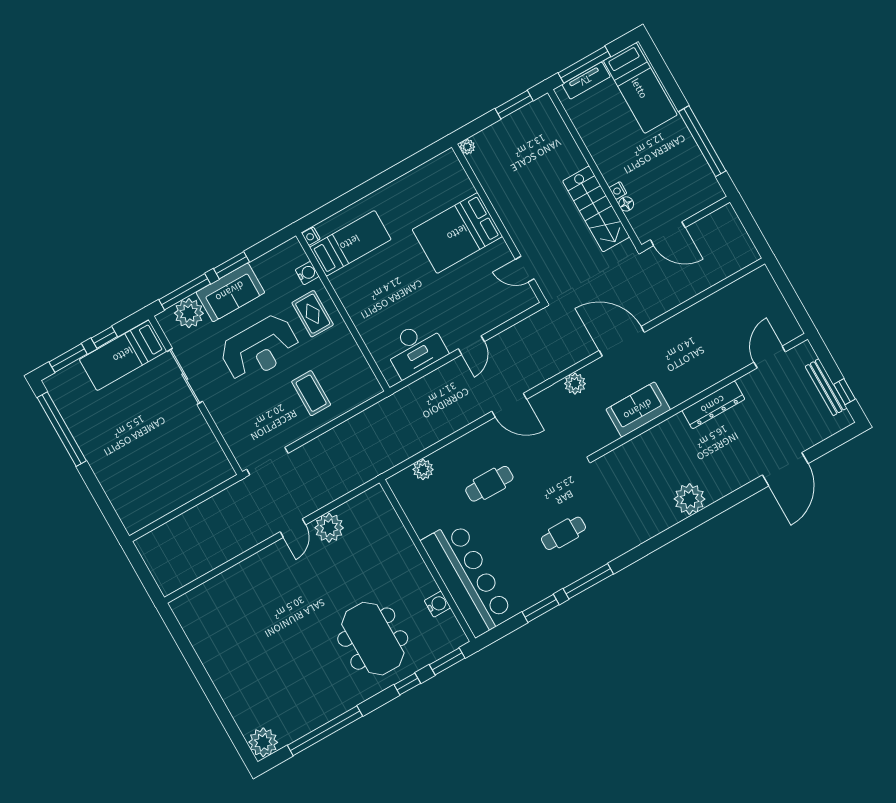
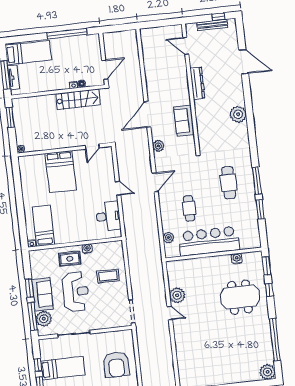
water cooler: (307, 273) -> (87, 249), moved
bed: (123, 355) -> (63, 368), moved, turned -90
armchair: (163, 474) -> (116, 365), added
cafe table: (563, 533) -> (229, 183), width x1.37, depth x1.35
bar counter: (467, 578) -> (209, 241), moved

